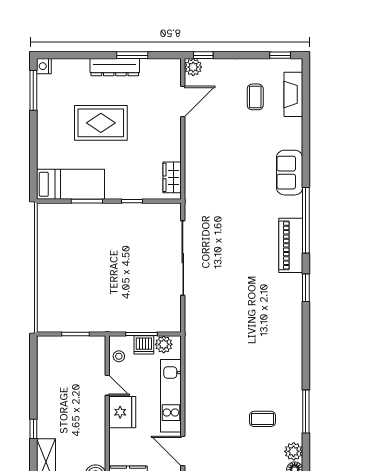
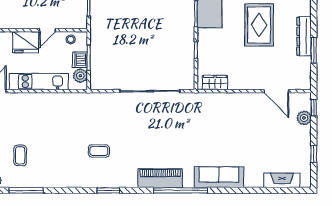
window: (280, 55) -> (314, 154), moved
plant: (193, 67) -> (304, 118), moved
coffee table: (255, 97) -> (99, 151), moved
sofa: (290, 173) -> (219, 177), width x1.36
window: (306, 288) -> (108, 190), moved

